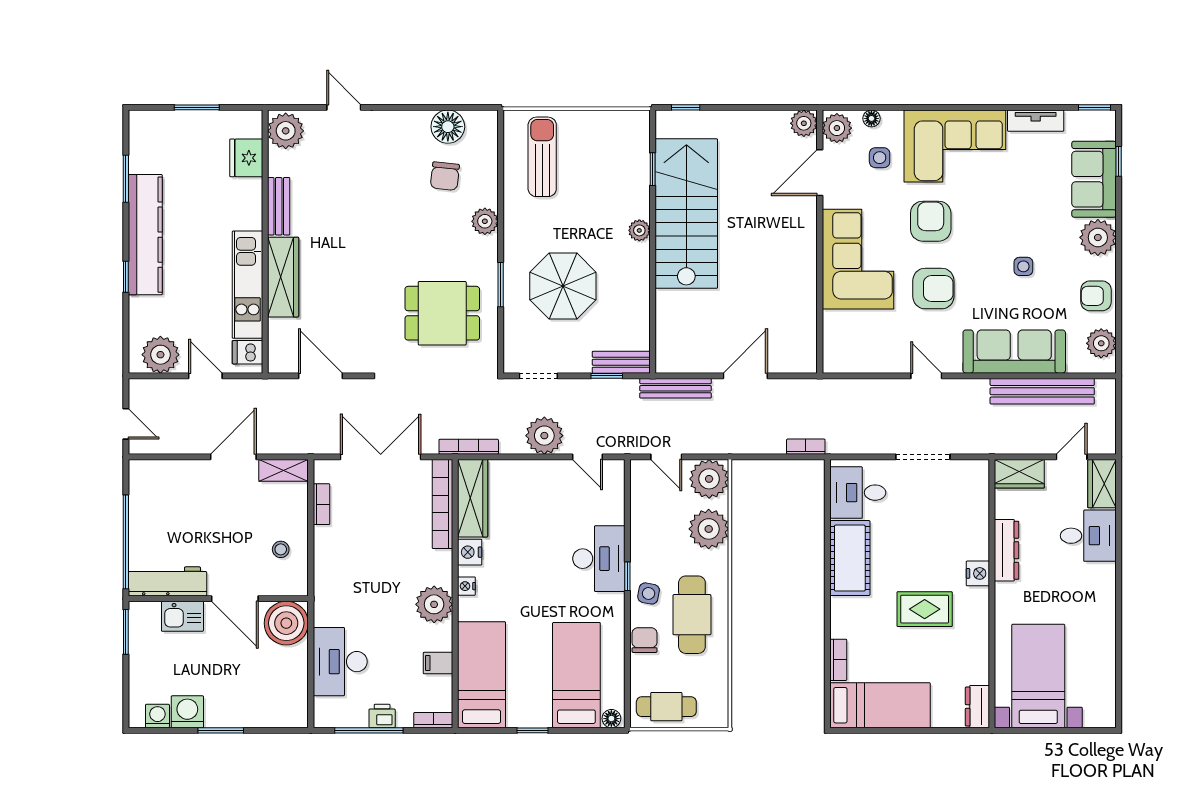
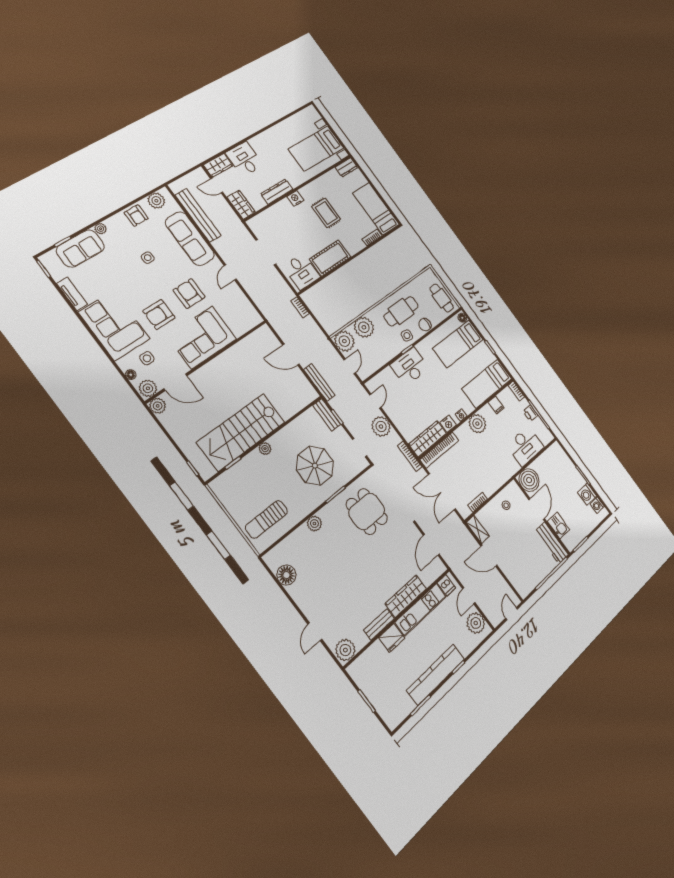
fridge: (246, 158) -> (392, 638), moved
chair: (445, 176) -> (309, 558), removed
plant: (1098, 237) -> (101, 229), width x0.53, depth x0.53

